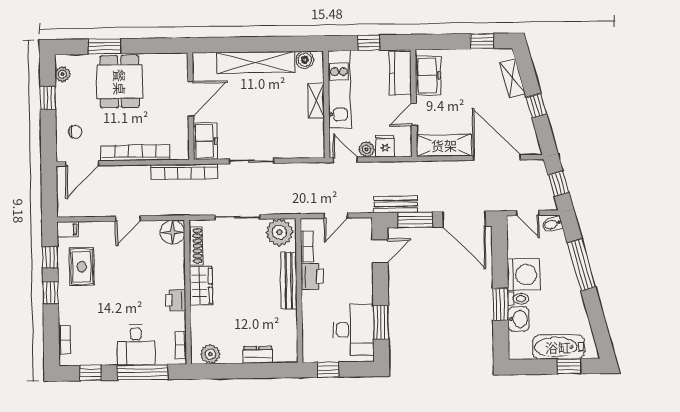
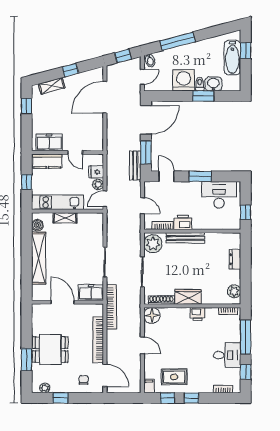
shelving: (444, 145) -> (96, 132), removed
window: (381, 322) -> (200, 176), moved
desk: (136, 345) -> (227, 355), moved

